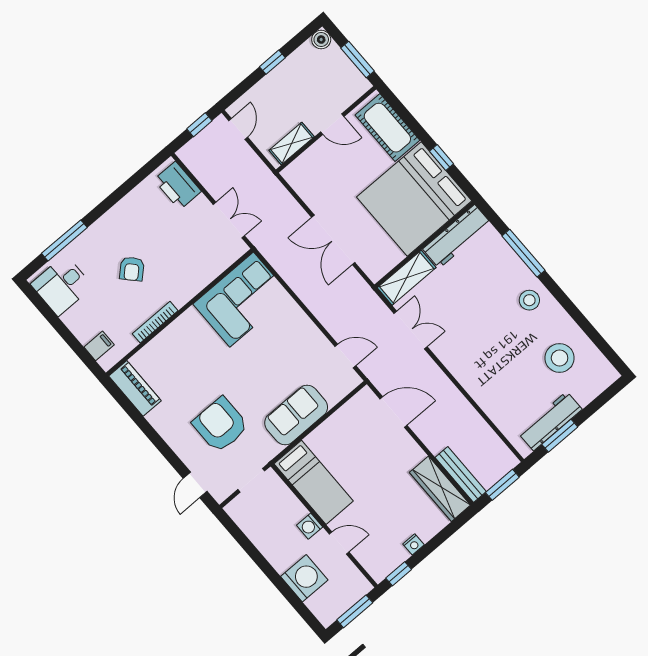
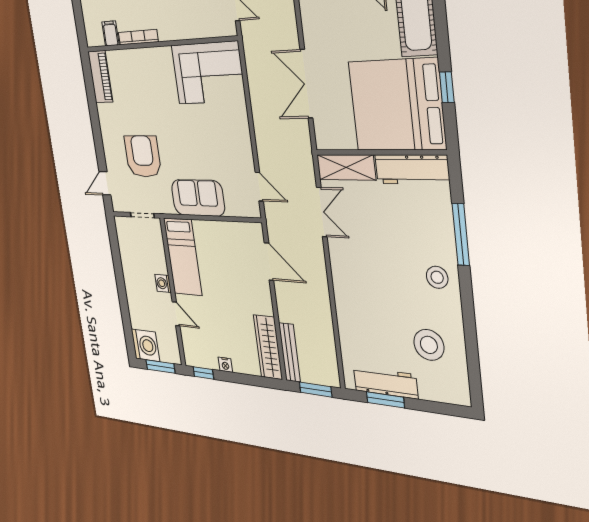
filing cabinet: (99, 346) -> (110, 33), moved, turned -90
washing machine: (304, 578) -> (145, 345), moved

